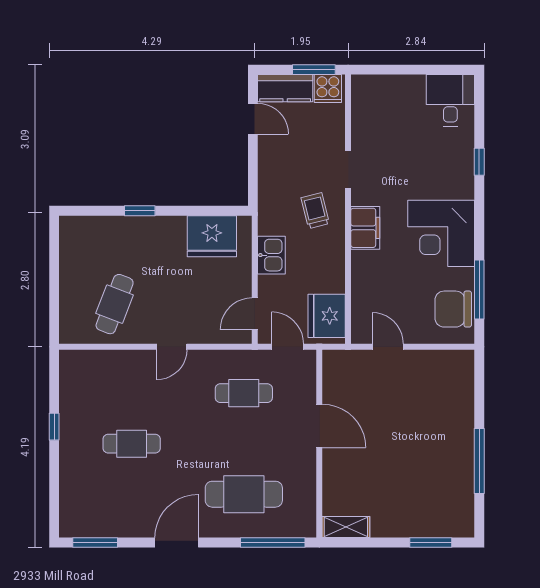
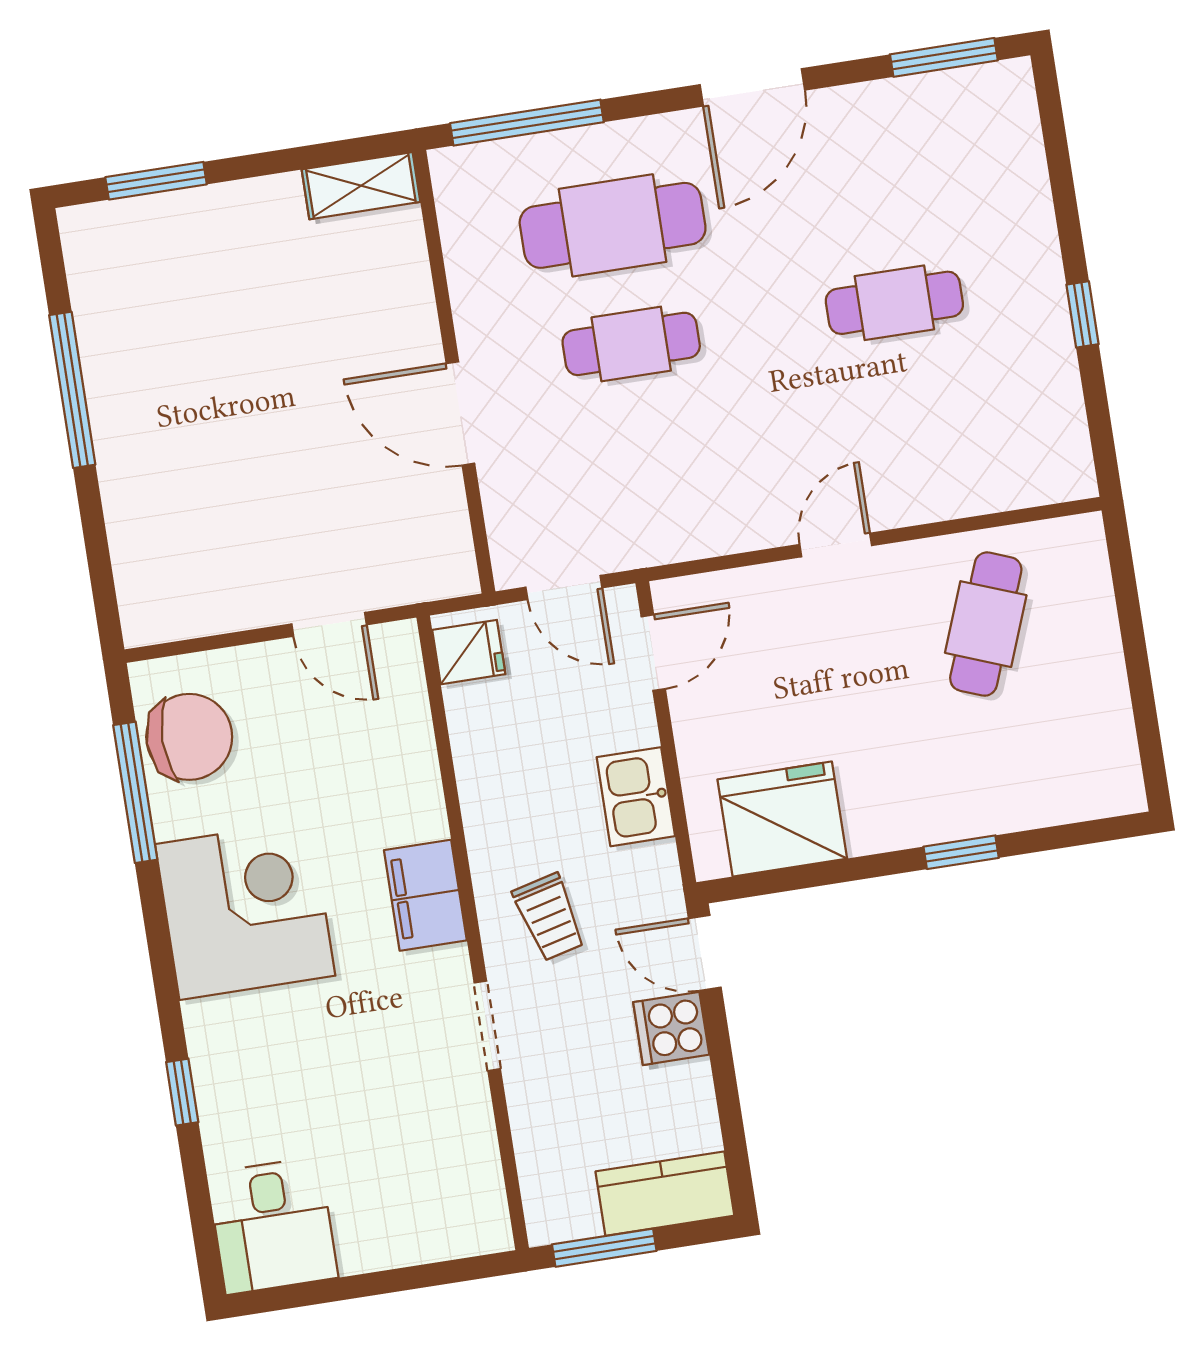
cooker: (328, 89) -> (671, 1028), moved, turned -90
door: (253, 119) -> (705, 953), moved
fridge: (327, 316) -> (469, 652), width x0.53, depth x0.75
cafe table: (244, 393) -> (631, 344), moved

